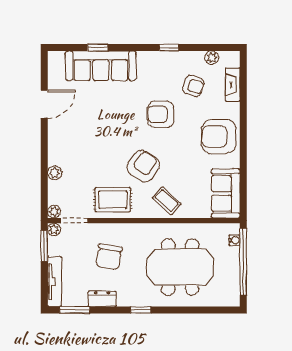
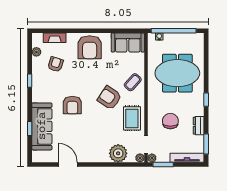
armchair: (161, 114) -> (72, 105), moved
plant: (55, 173) -> (118, 153), width x1.88, depth x1.88
chair: (109, 257) -> (170, 121), turned -99
meeting table: (180, 267) -> (177, 73), turned 90

